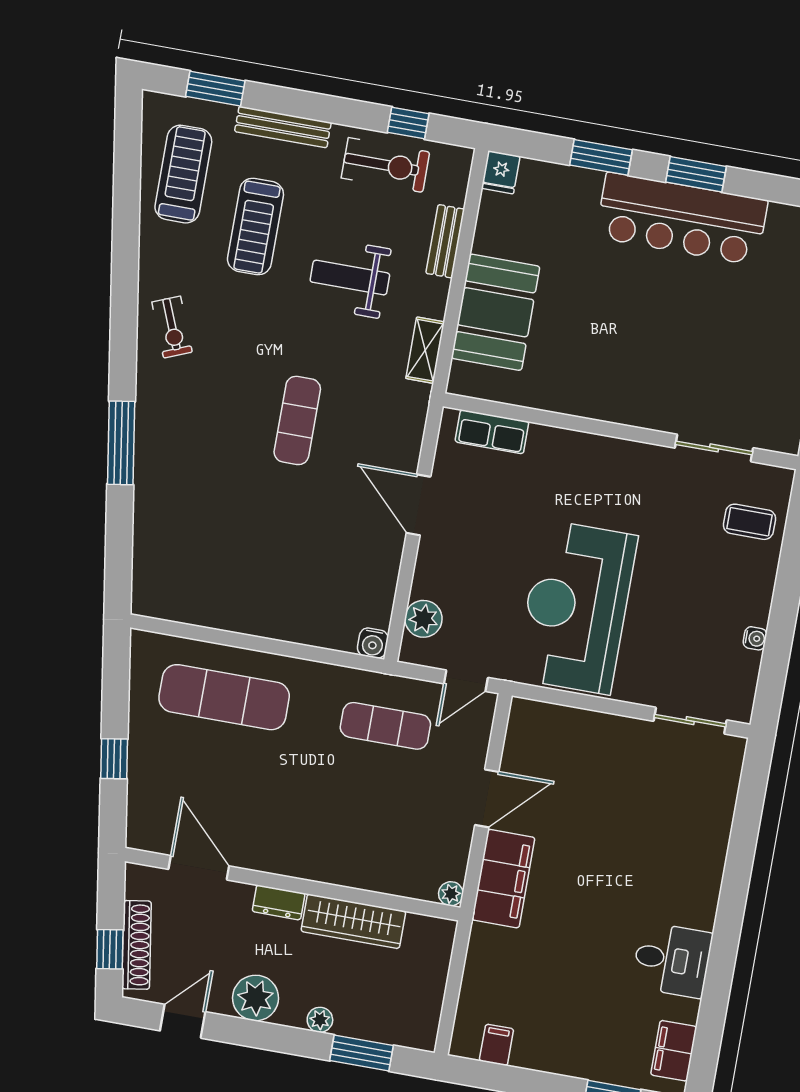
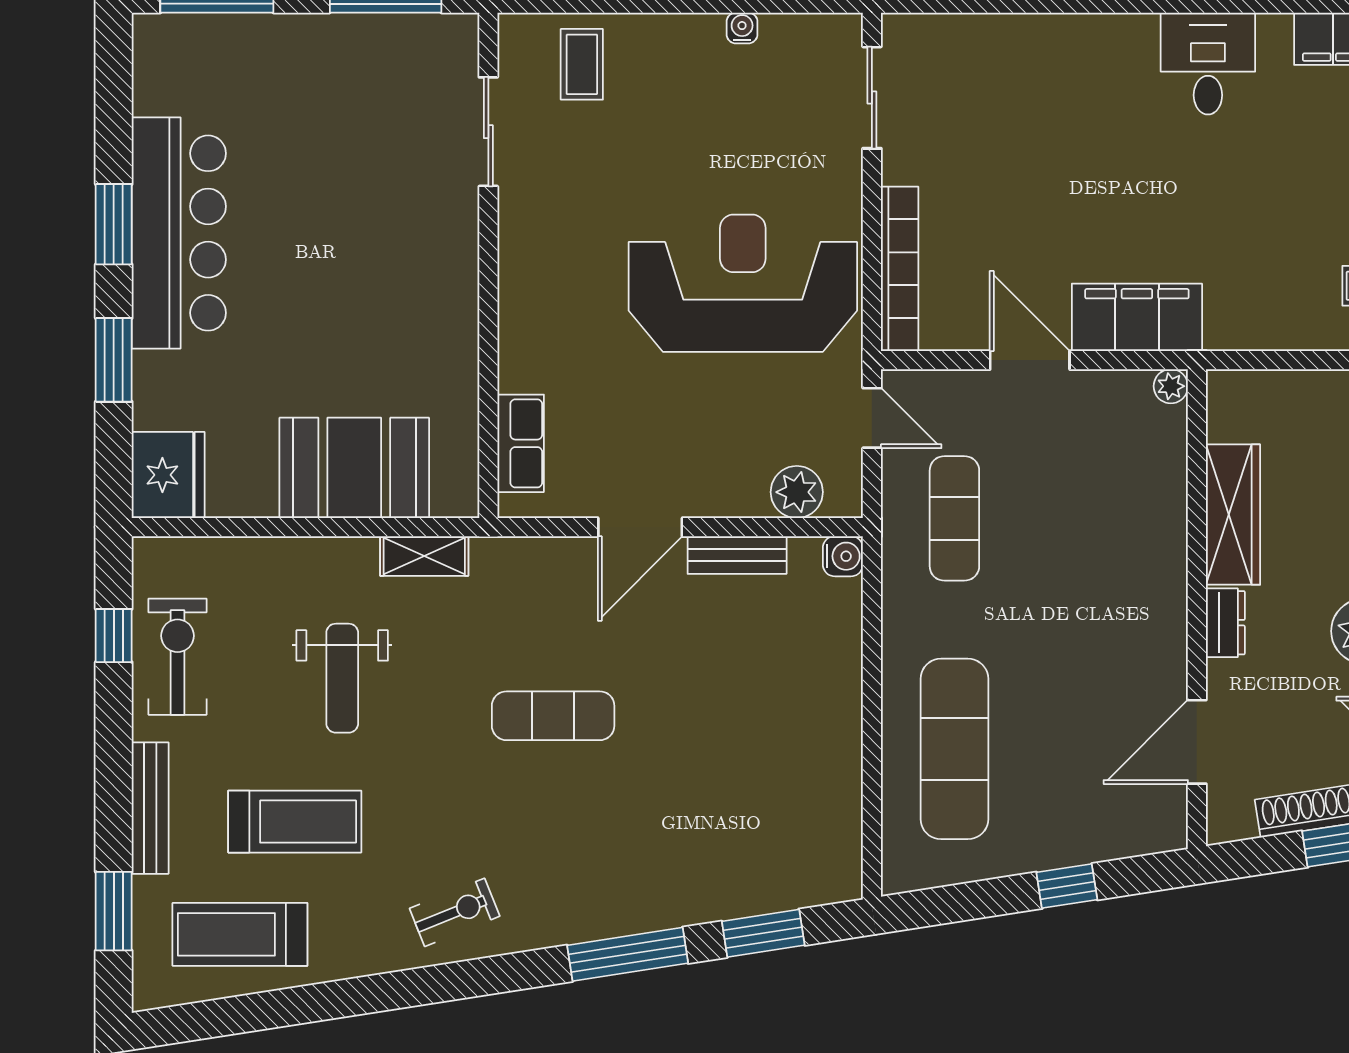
fridge: (501, 172) -> (168, 475), width x1.88, depth x1.34
bench: (445, 241) -> (737, 555), moved
window: (119, 540) -> (763, 933), added
reception desk: (576, 607) -> (743, 283), turned 180
bookcase: (567, 719) -> (900, 269), added

